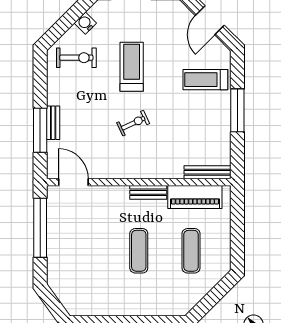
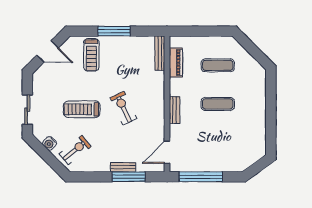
exercise bike: (76, 58) -> (75, 150), turned 51
exercise bike: (133, 123) -> (123, 108), width x1.38, depth x1.39
bench: (148, 192) -> (175, 110), moved
piano: (195, 197) -> (176, 62), width x0.73, depth x0.75

